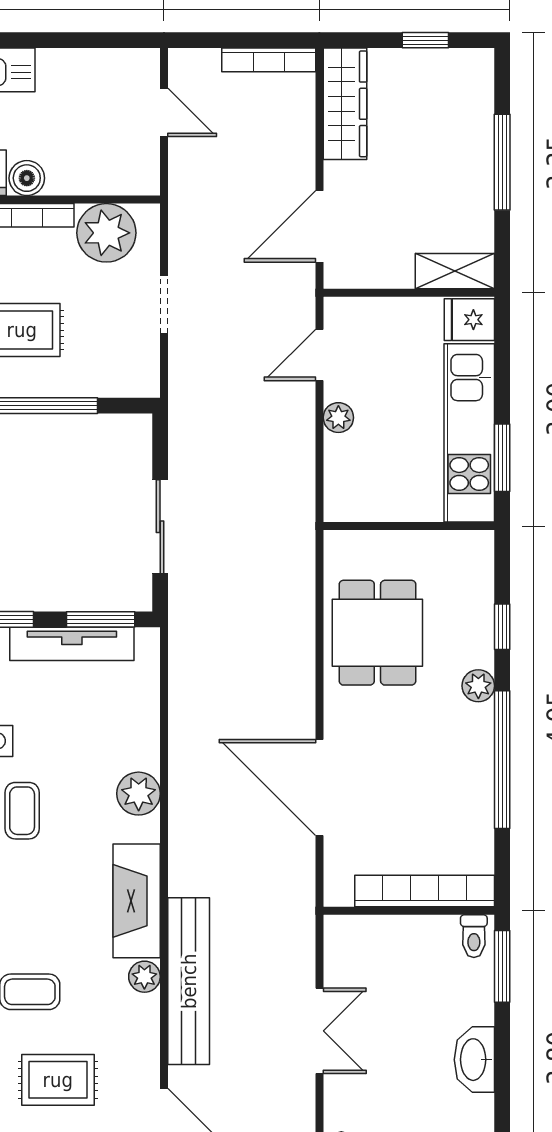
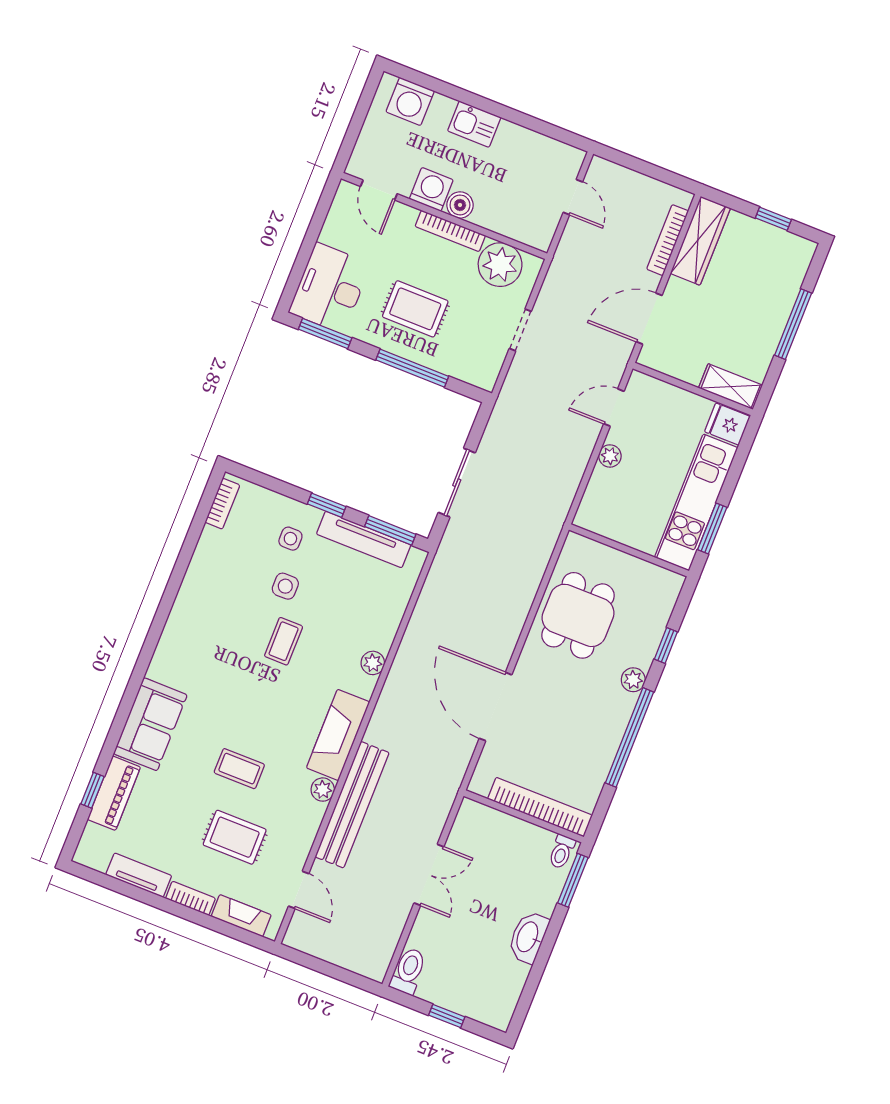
bookcase: (269, 60) -> (668, 240), moved, turned 90
plant: (139, 794) -> (373, 663), width x0.73, depth x0.73

